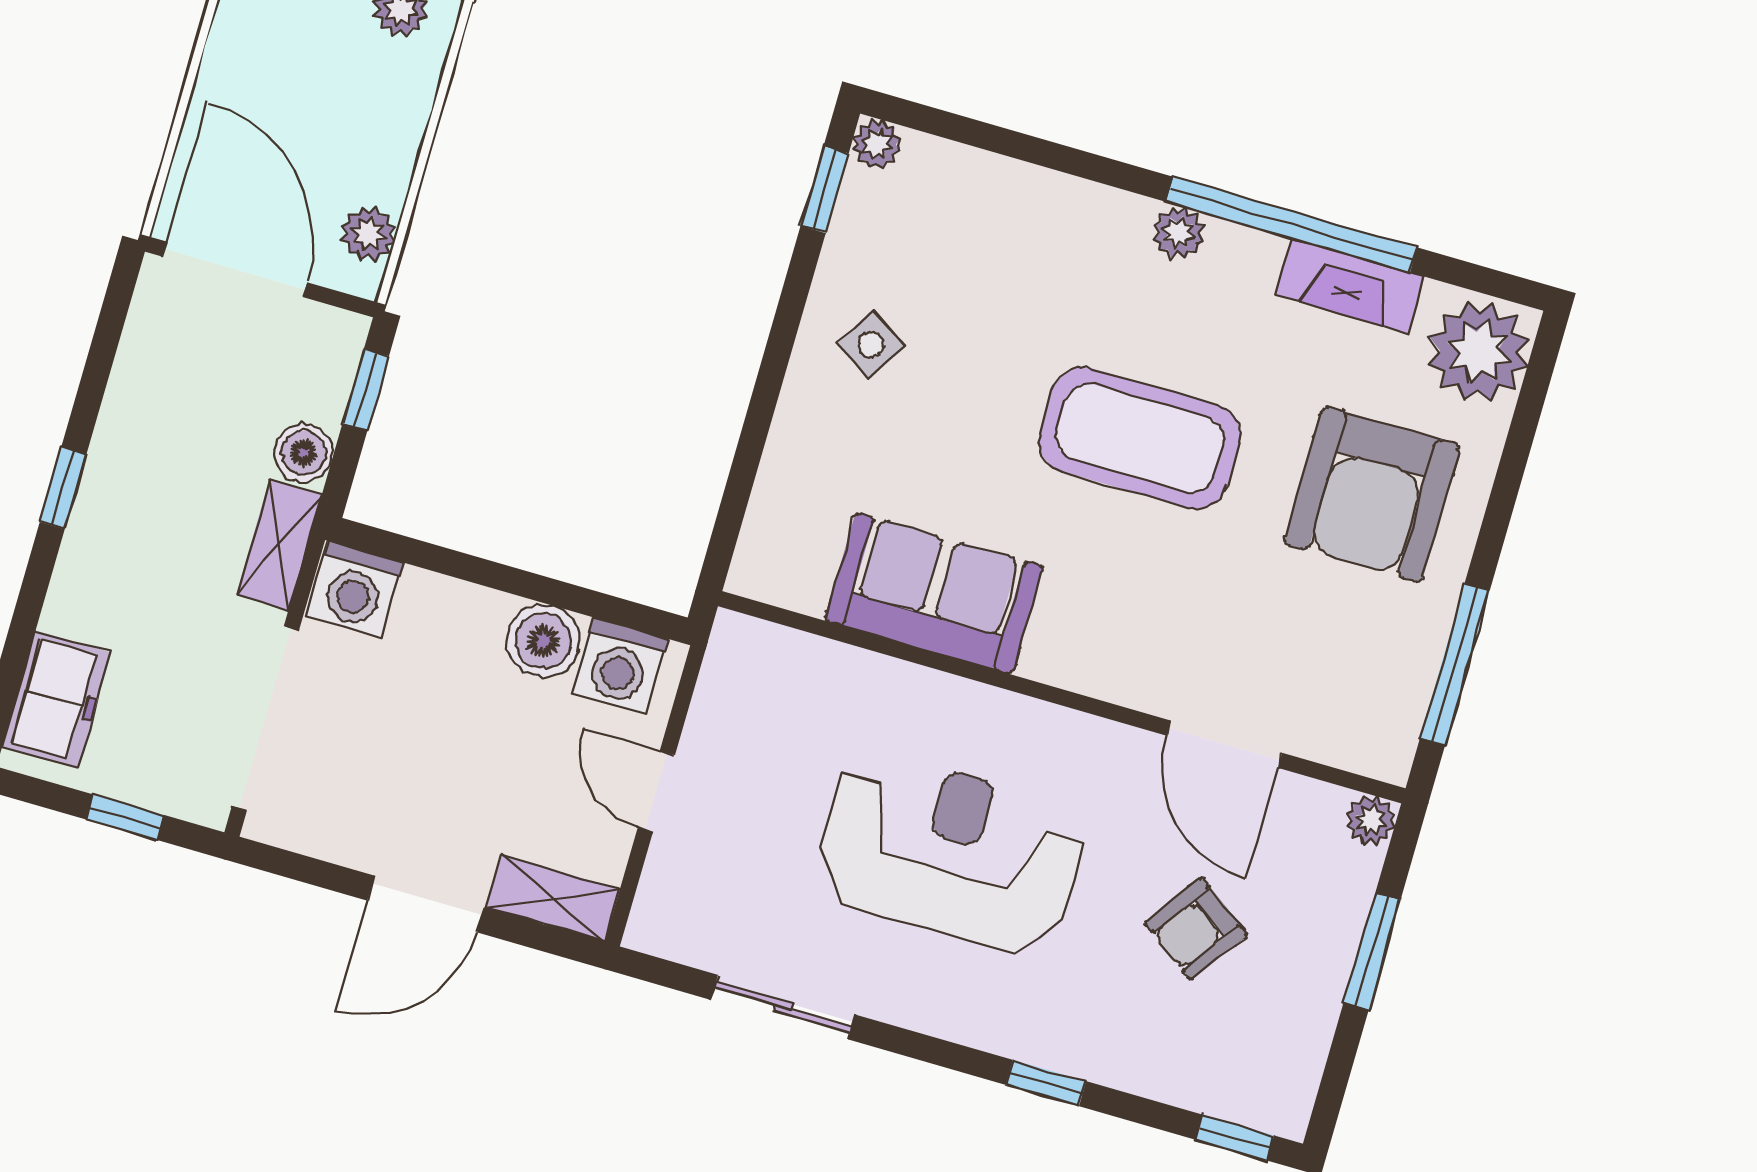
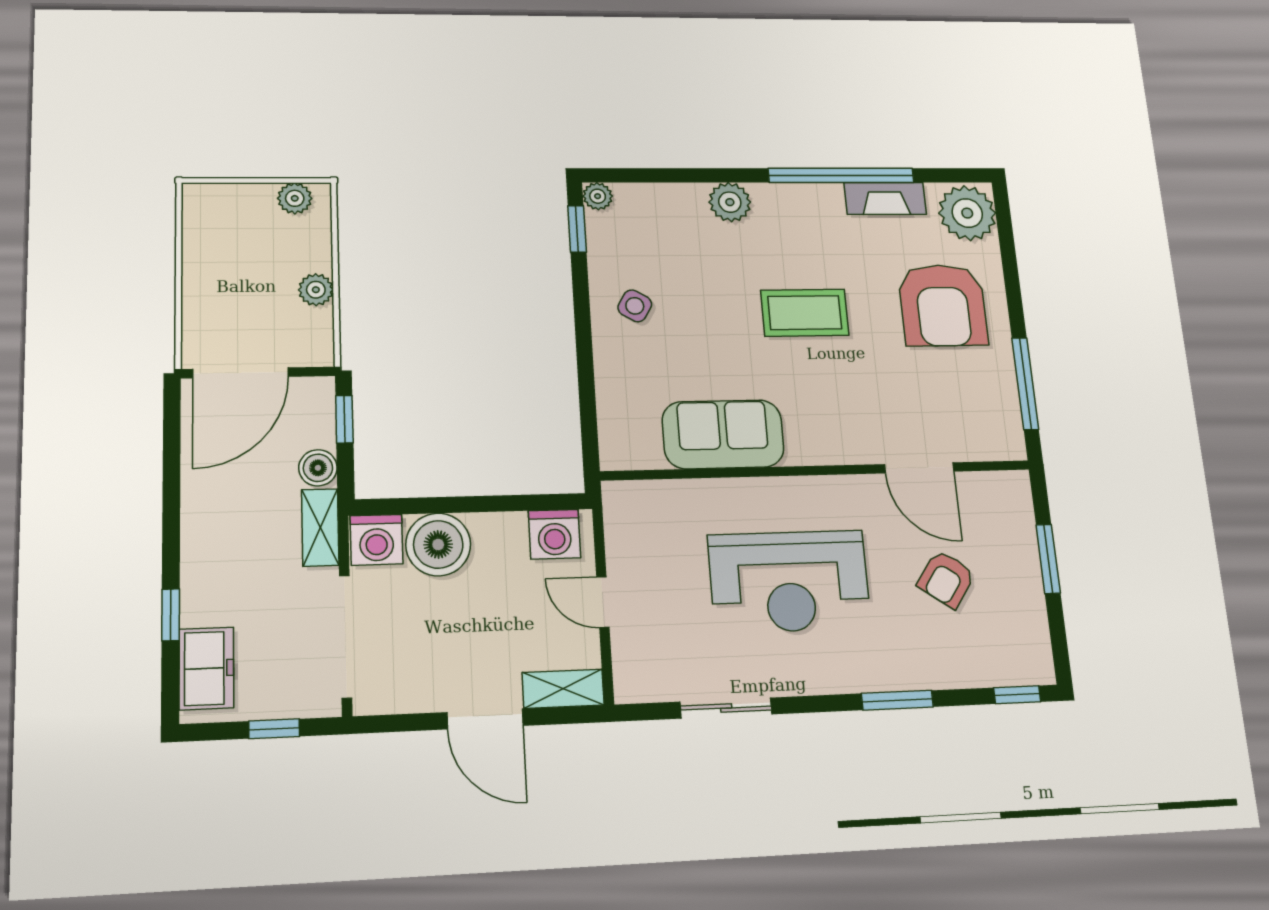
plant: (1178, 233) -> (730, 202), moved, width x1.38, depth x1.38
plant: (368, 234) -> (316, 290), moved
door: (235, 269) -> (241, 373), swing flipped
coffee table: (1140, 438) -> (805, 313), width x0.73, depth x0.76
window: (63, 488) -> (171, 615), moved
boiler: (543, 641) -> (438, 544), moved, width x1.37, depth x1.37
plant: (1371, 820) -> (1016, 485), removed
reception desk: (950, 853) -> (789, 581), turned 180
door: (426, 904) -> (485, 719), hinge flipped
window: (1046, 1083) -> (897, 700), width x1.50

